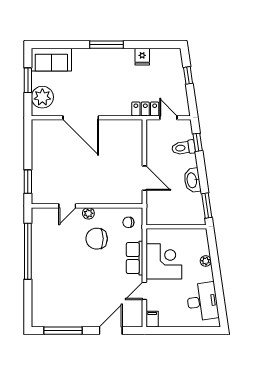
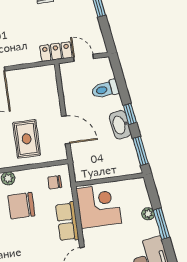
window: (198, 142) -> (130, 114), moved
rug: (109, 181) -> (27, 139), added
corner desk: (164, 261) -> (99, 206), moved
window: (216, 271) -> (161, 224), added

